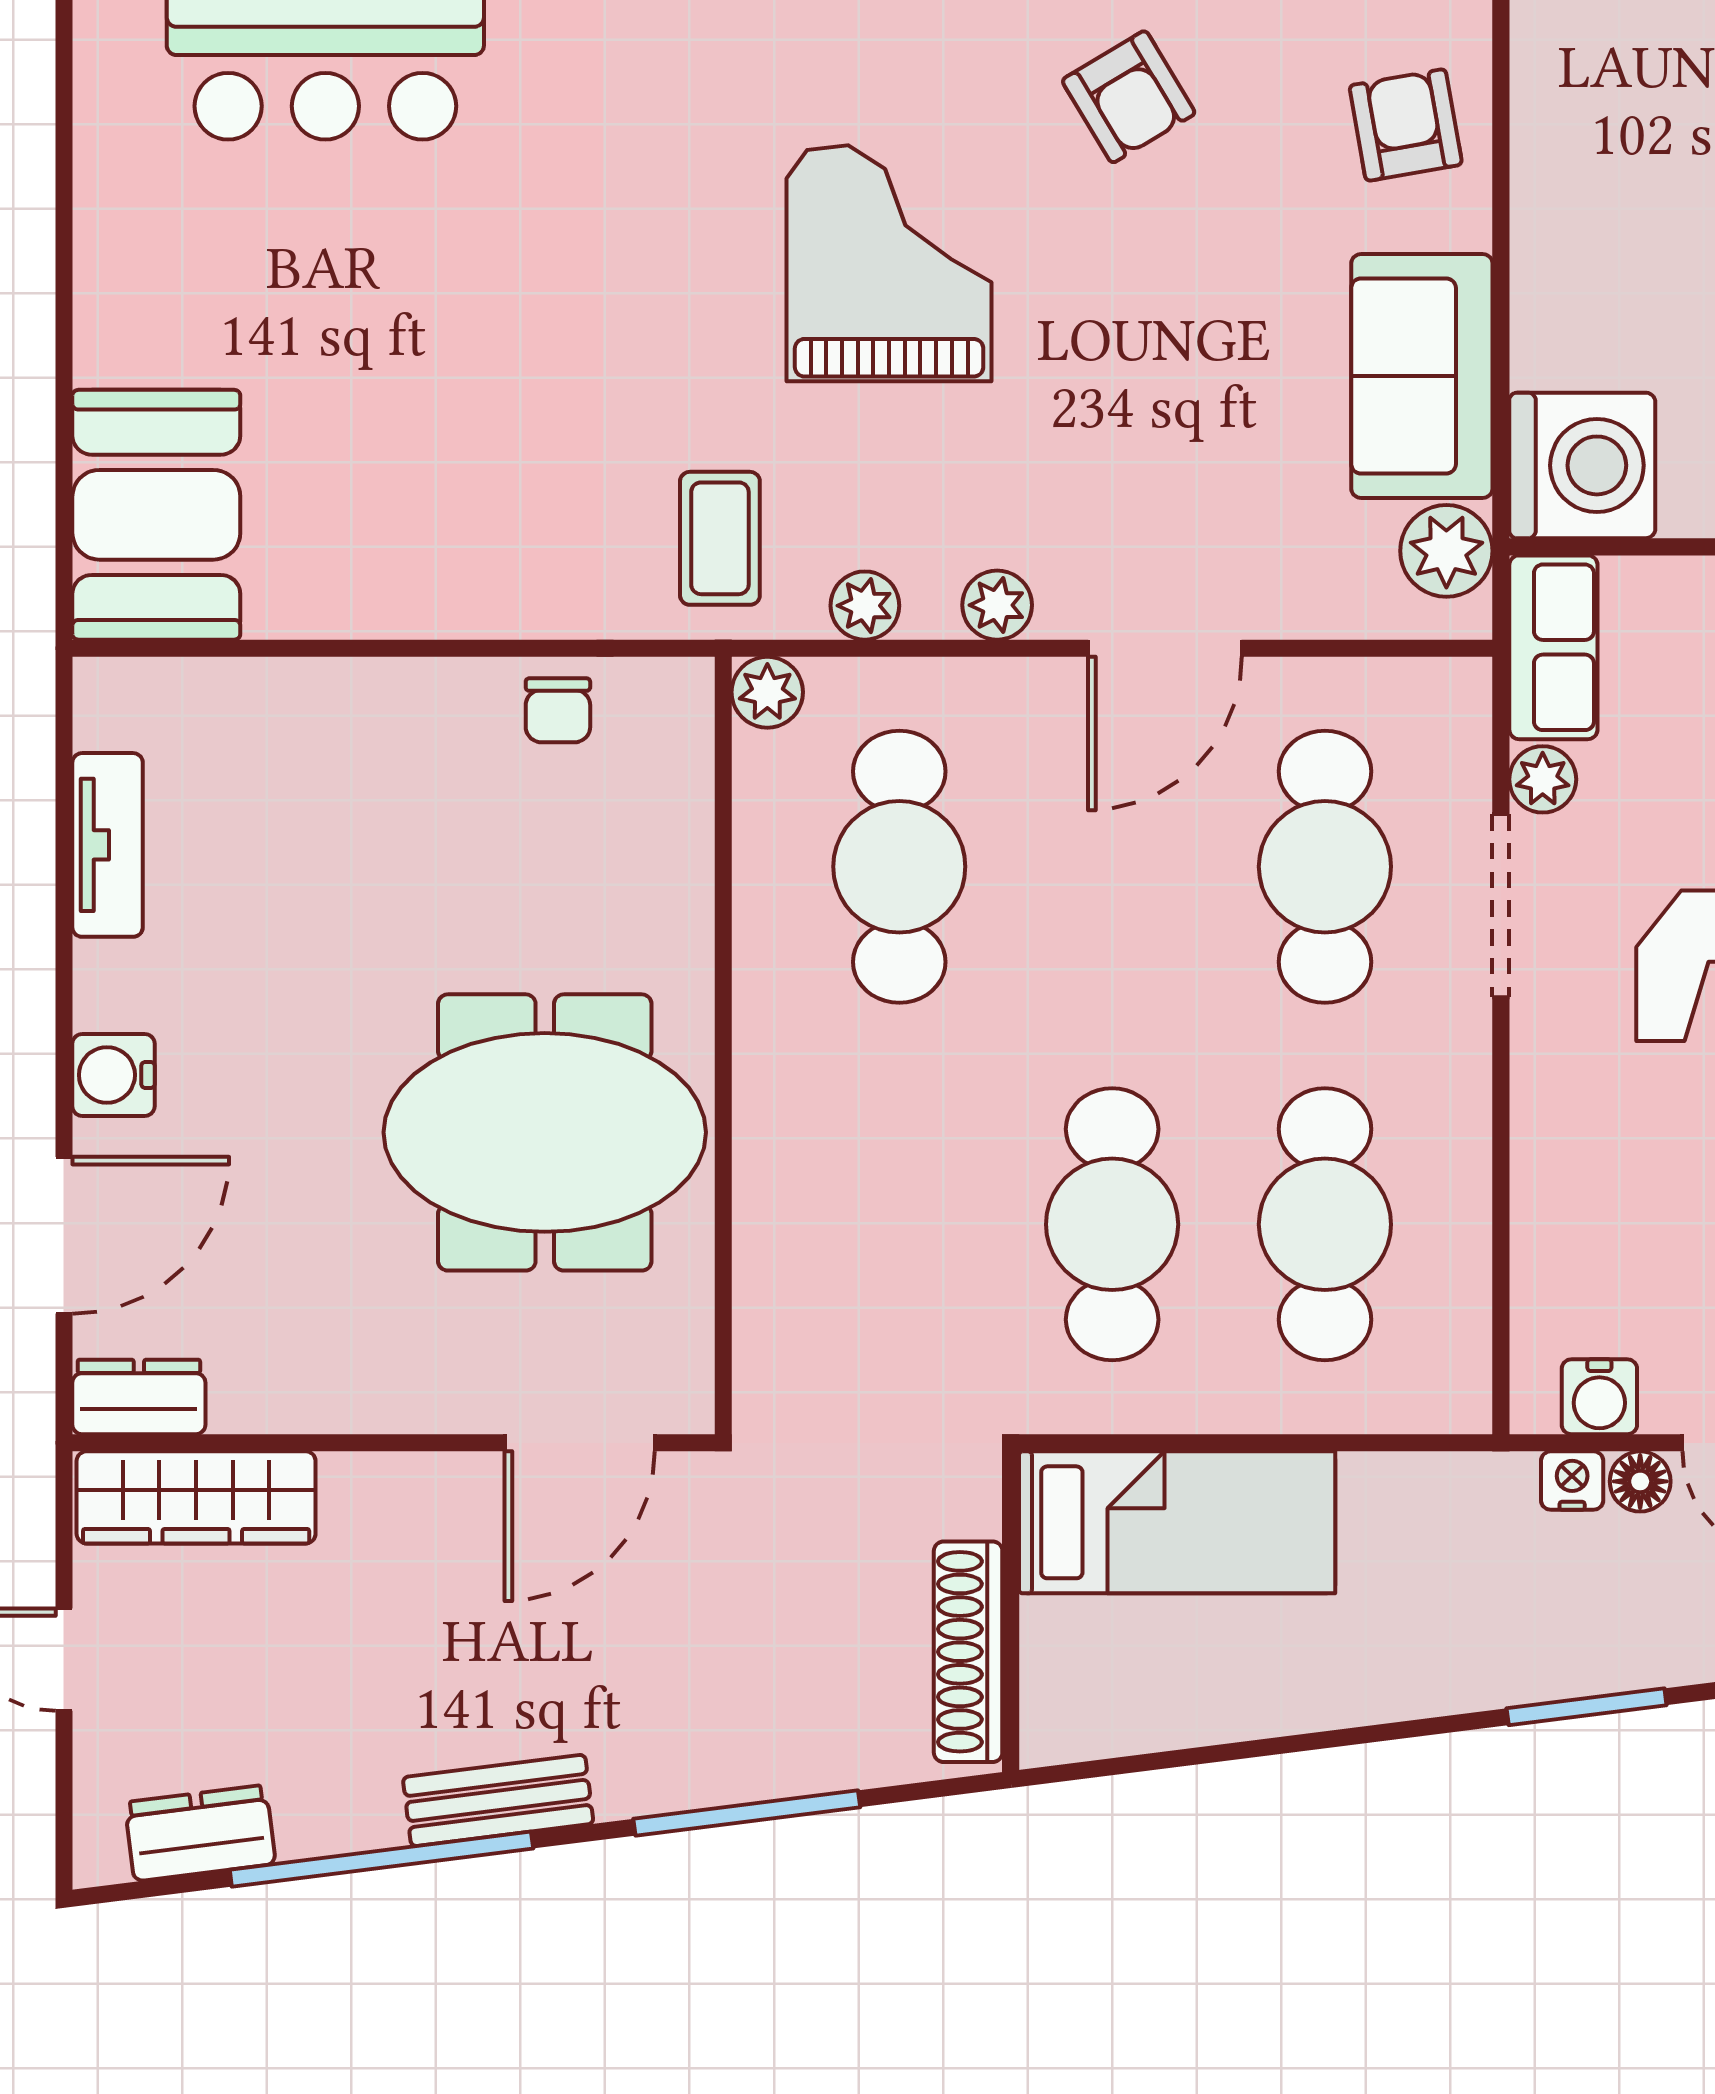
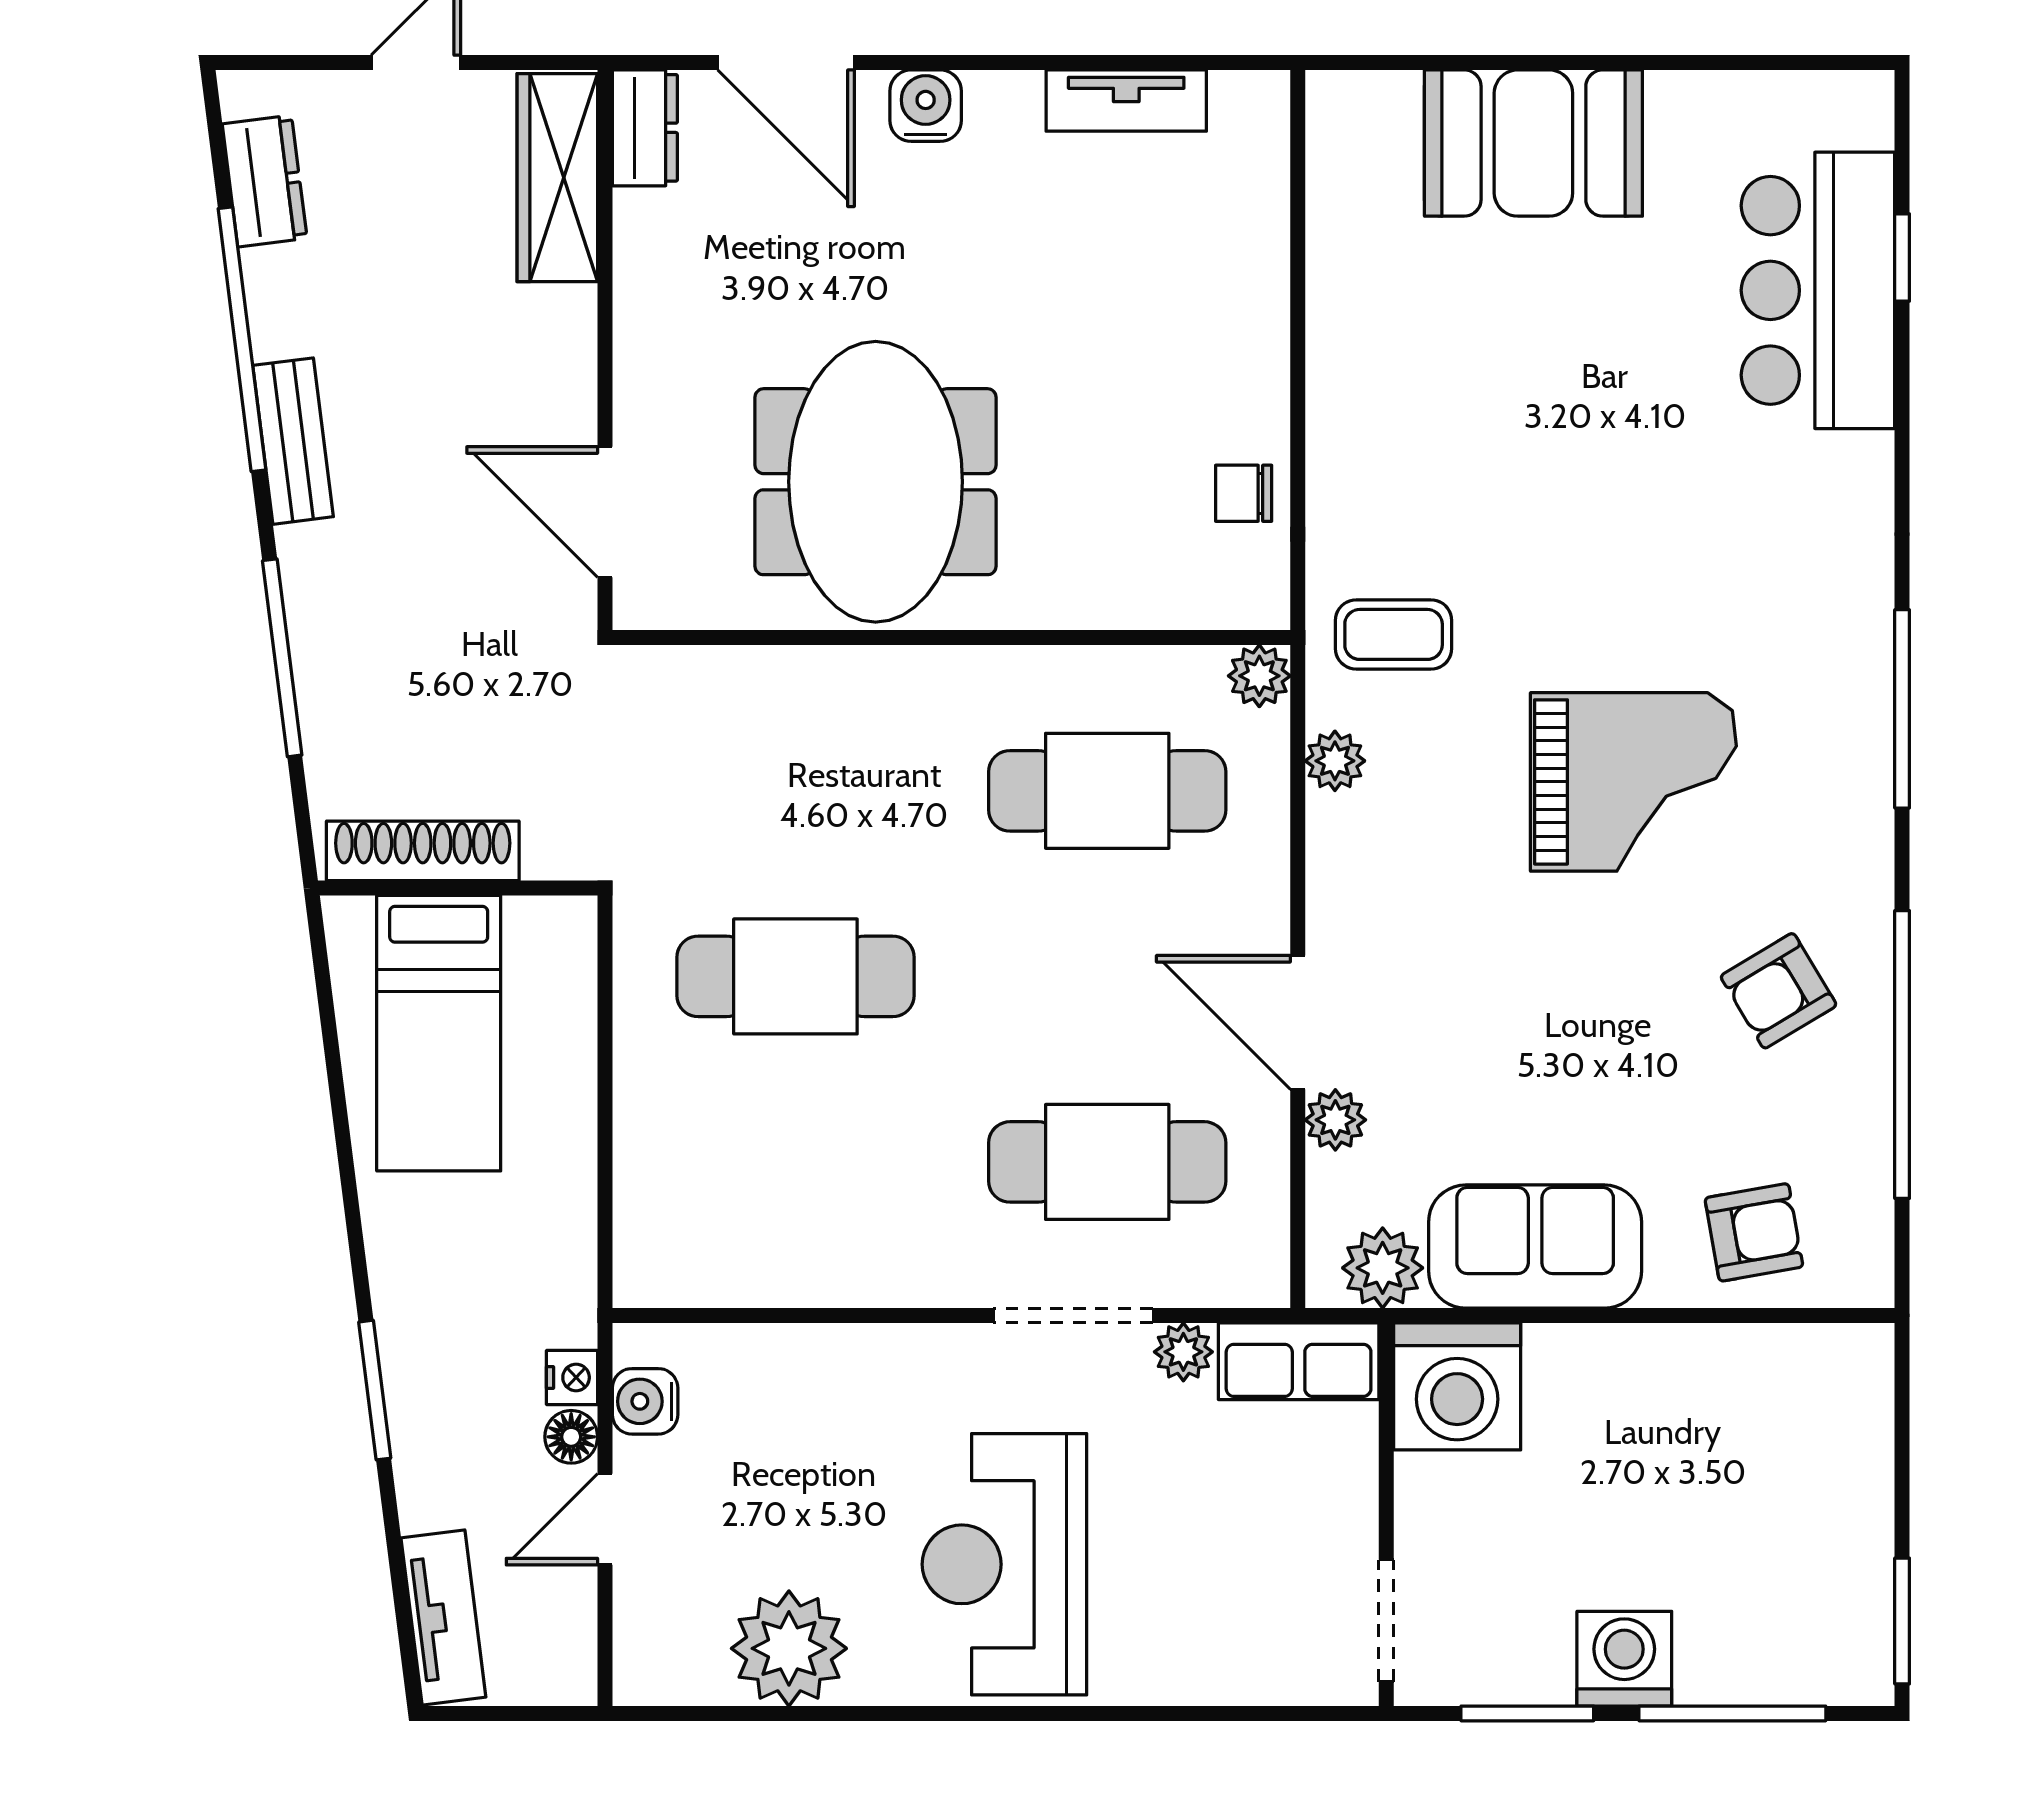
booth: (156, 515) -> (1533, 143), moved
plant: (997, 605) -> (1335, 1120), moved
cafe table: (1325, 1224) -> (795, 1162), removed
bed: (1177, 1522) -> (439, 1033), moved

